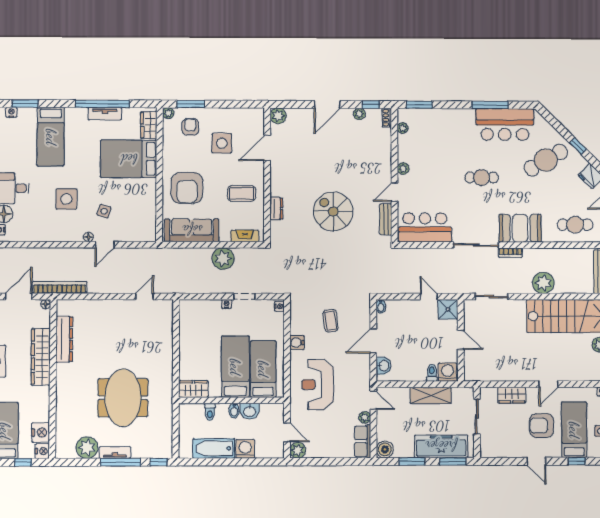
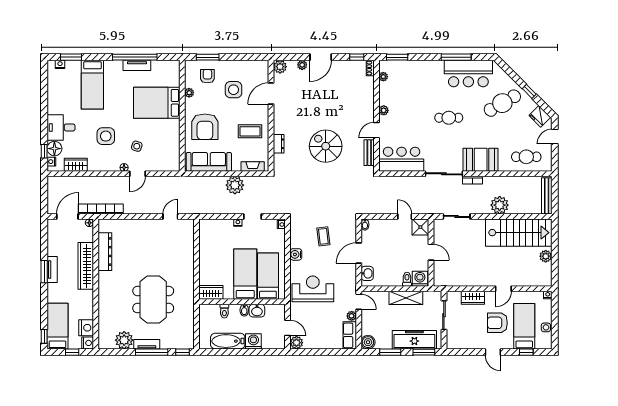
plant: (168, 113) -> (189, 93), moved
plant: (359, 114) -> (302, 65), moved
wardrobe: (149, 125) -> (76, 165), moved, turned 90
reception desk: (318, 385) -> (313, 289), turned 90

